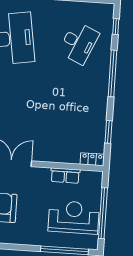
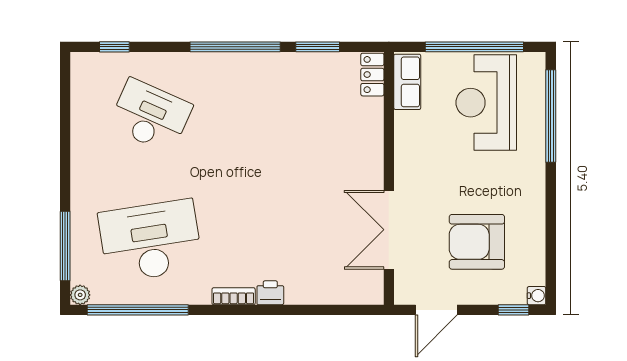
window: (112, 73) -> (235, 47), moved
row of seats: (65, 176) -> (407, 82), moved

